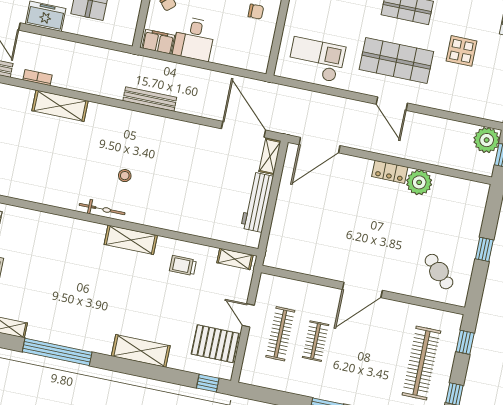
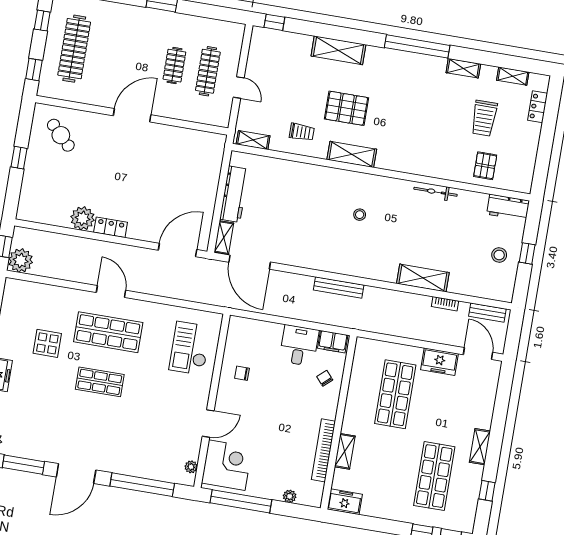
checkout: (316, 60) -> (190, 348), moved, turned 90
bicycle: (102, 209) -> (435, 192), moved
pallet: (215, 344) -> (347, 108), moved

